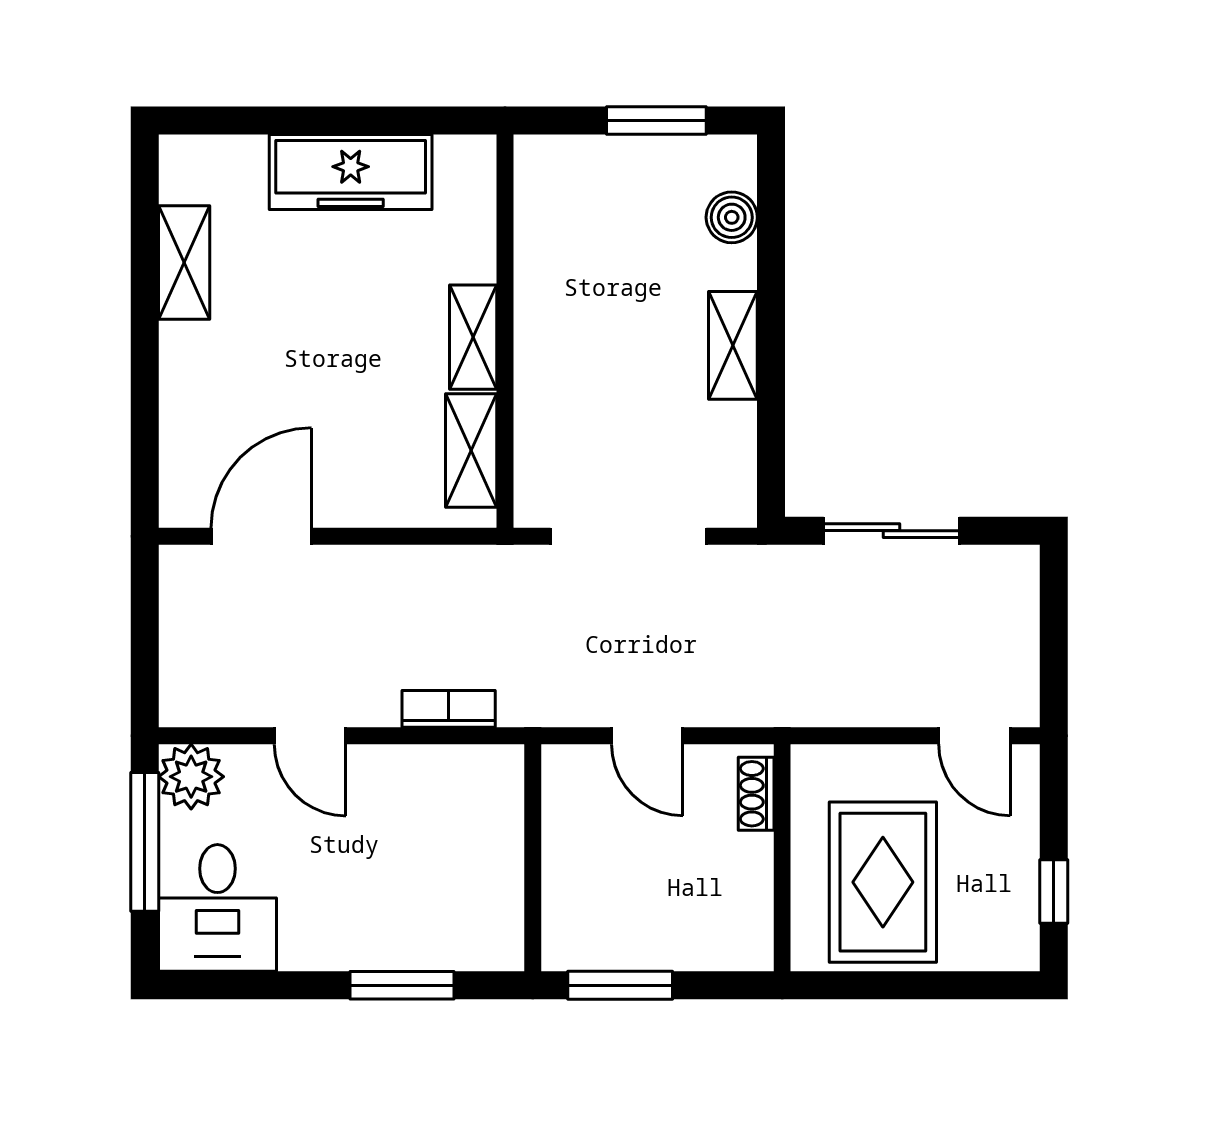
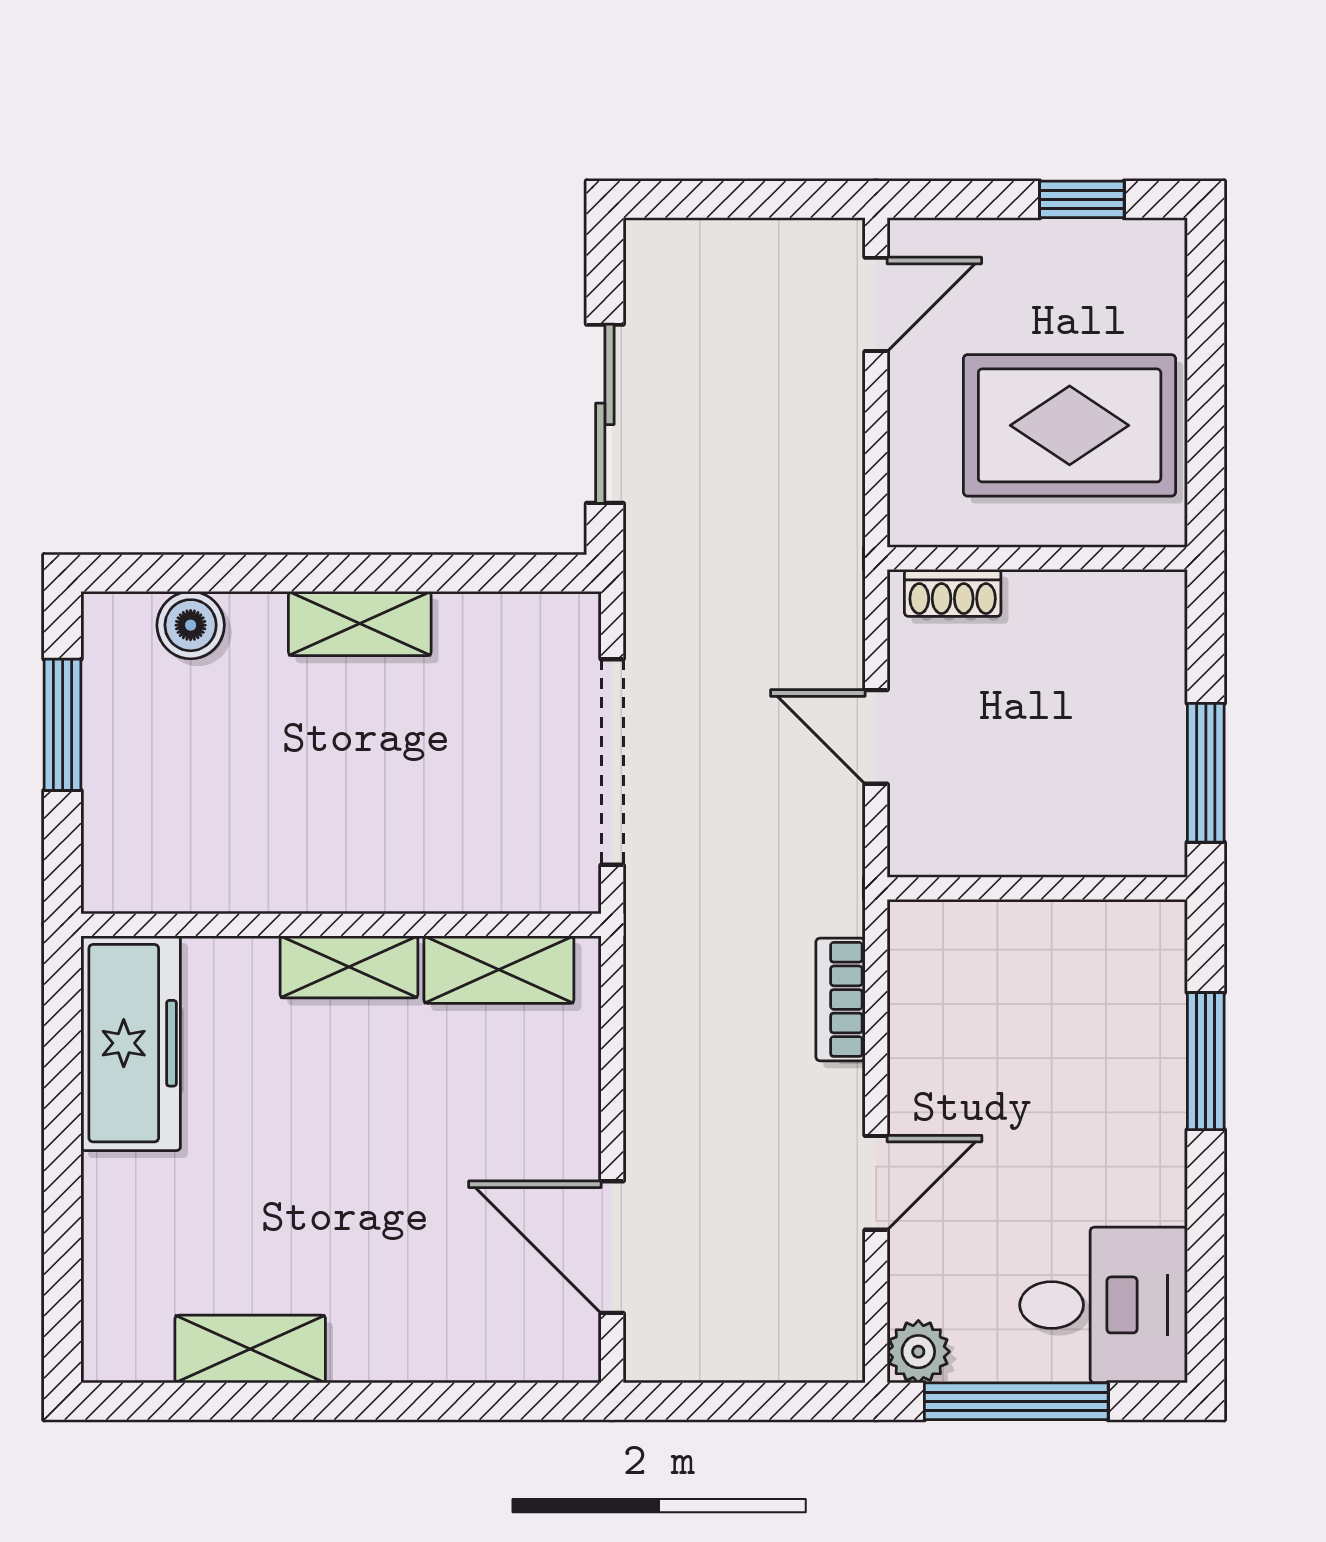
freezer: (351, 172) -> (131, 1043), moved
door: (647, 736) -> (876, 737), swing flipped
plant: (191, 777) -> (918, 1352), width x0.73, depth x0.73

